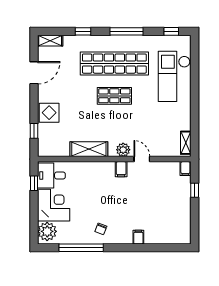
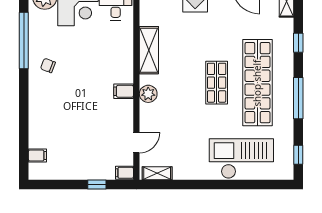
door: (142, 159) -> (136, 143), moved
filing cabinet: (138, 237) -> (37, 156), moved

